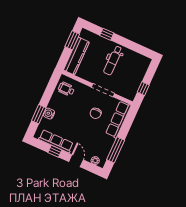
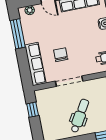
dental chair: (113, 60) -> (80, 116), turned 31

